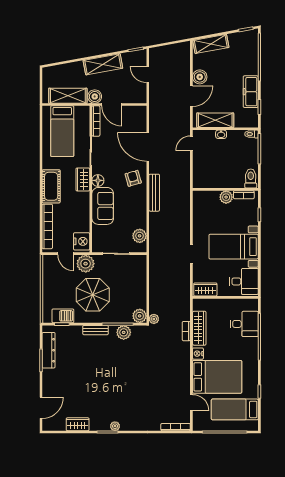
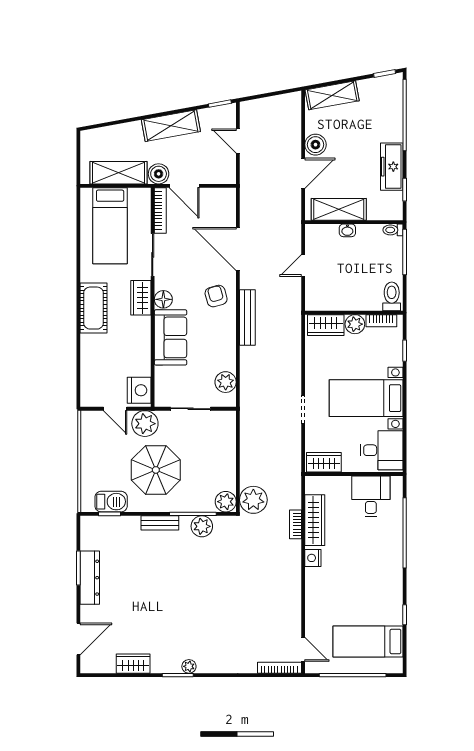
door: (191, 143) -> (303, 265), moved
wardrobe: (207, 198) -> (326, 325), added
bookcase: (47, 226) -> (88, 368), removed
plant: (154, 319) -> (253, 500), width x1.87, depth x1.87
desk: (244, 324) -> (371, 496), moved, turned -90
dresser: (49, 350) -> (90, 578), moved
bed: (217, 377) -> (341, 593), removed
door: (191, 403) -> (303, 649), moved

